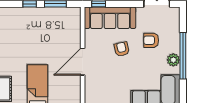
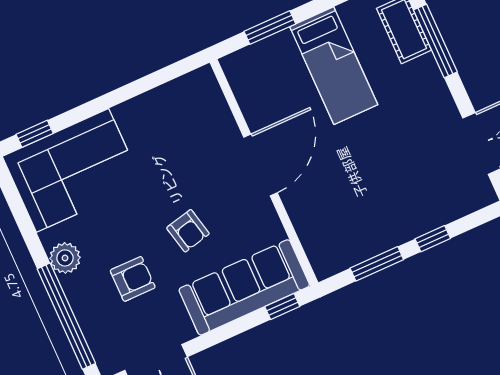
window: (183, 56) -> (66, 316), moved

